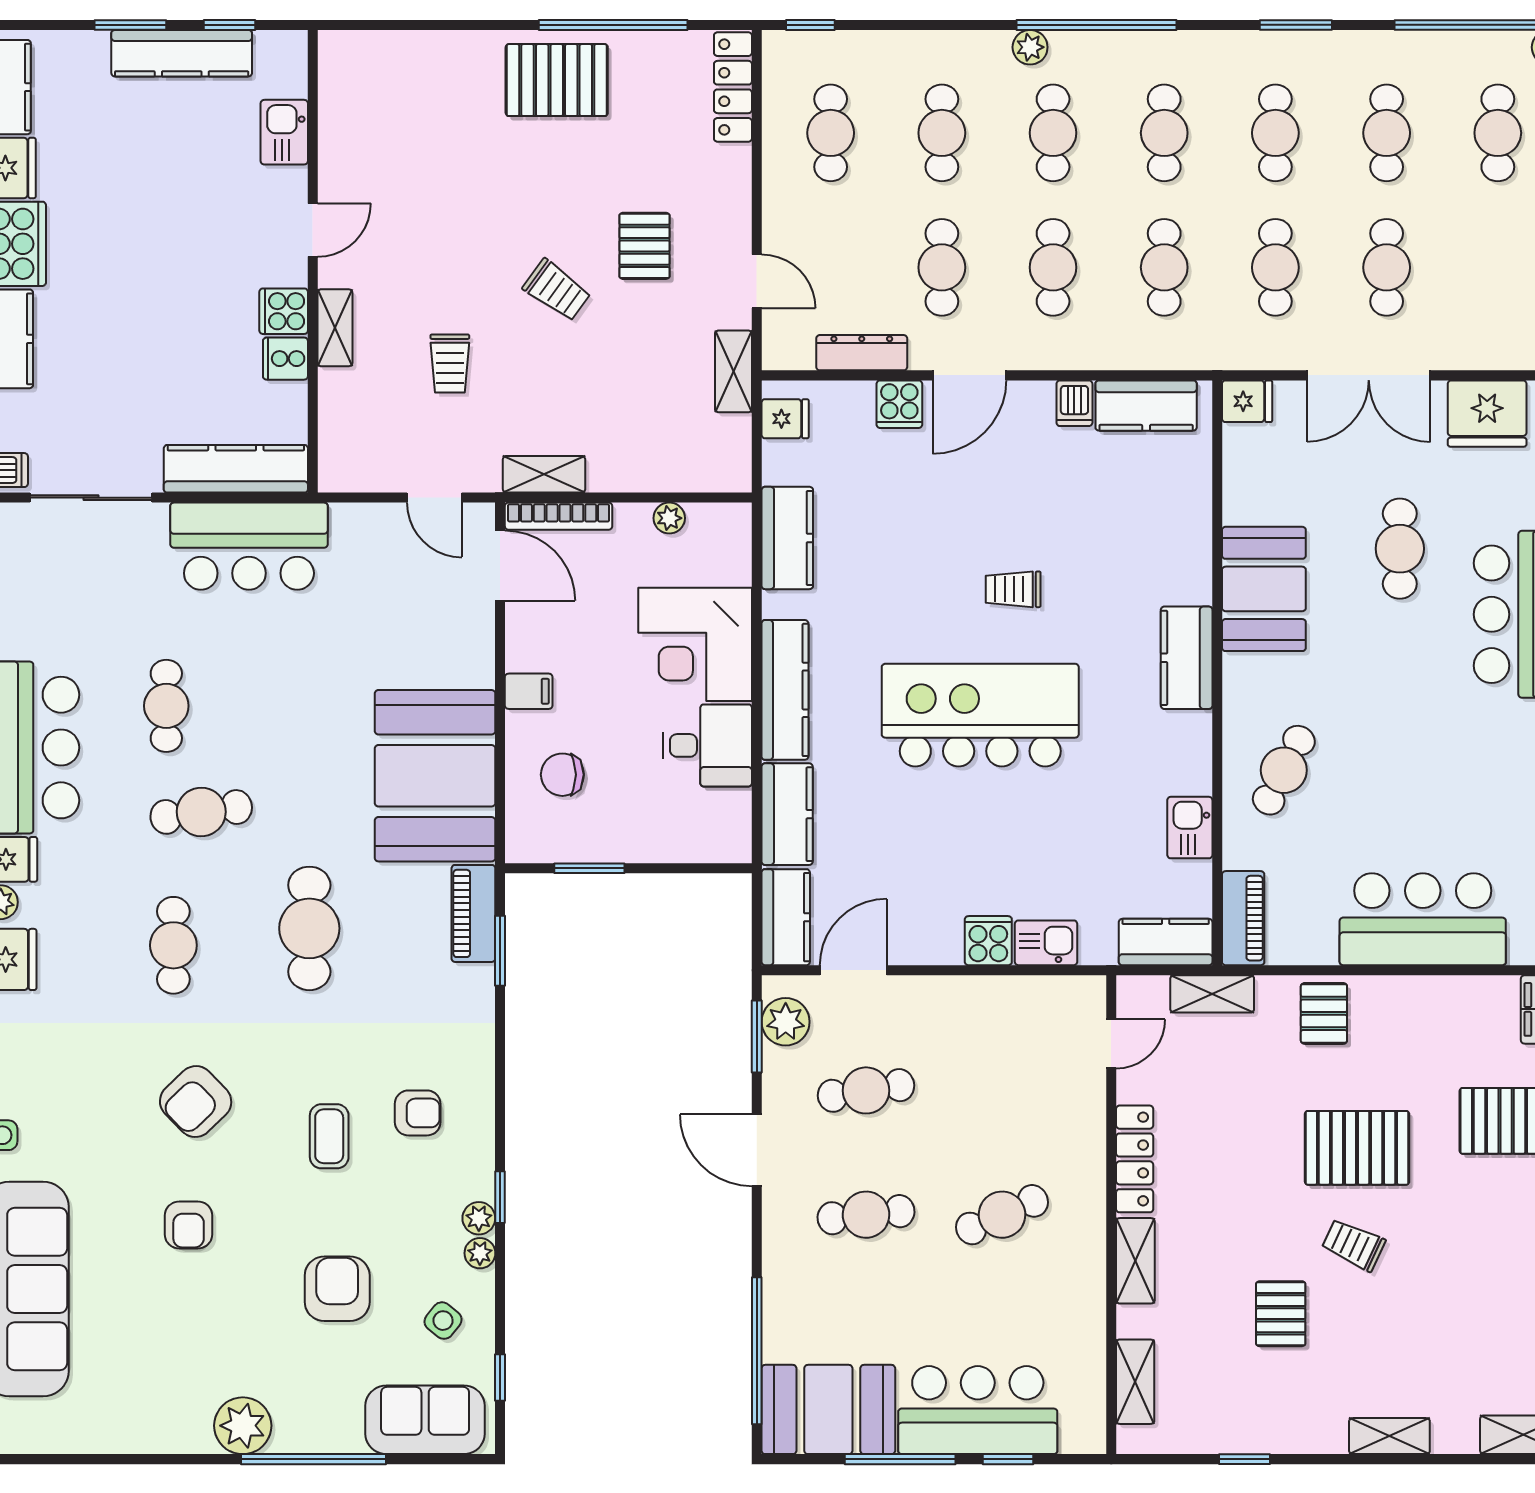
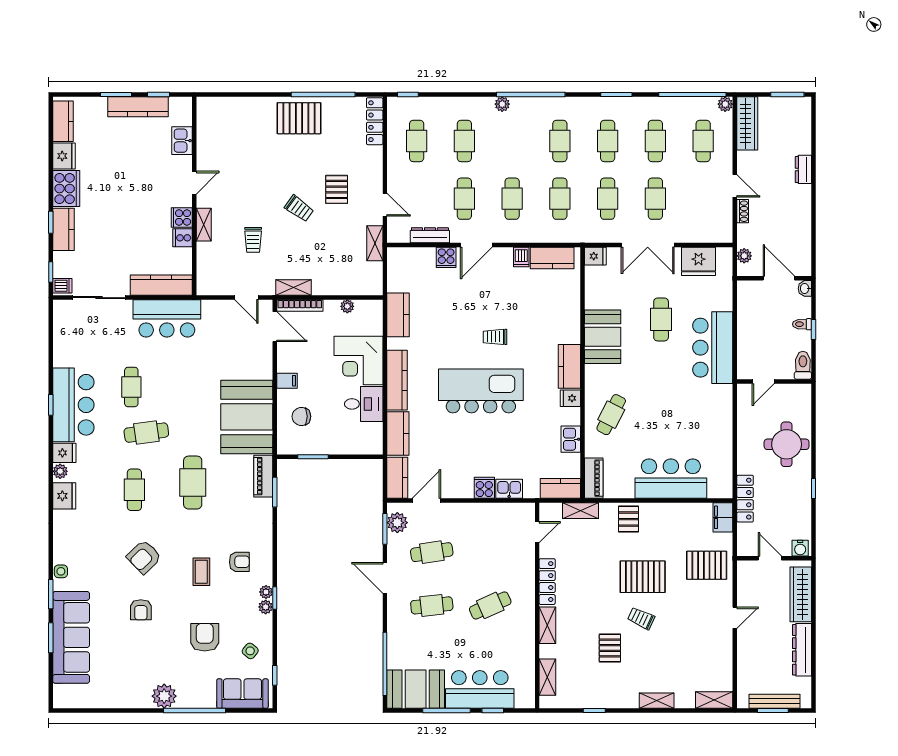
cafe table: (1053, 133) -> (512, 141), removed
fridge: (785, 419) -> (570, 398), moved, turned 180
plant: (480, 1253) -> (266, 592), moved

